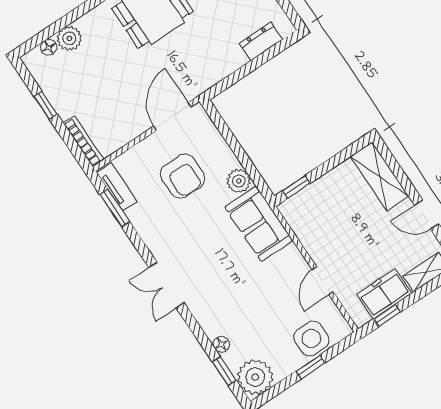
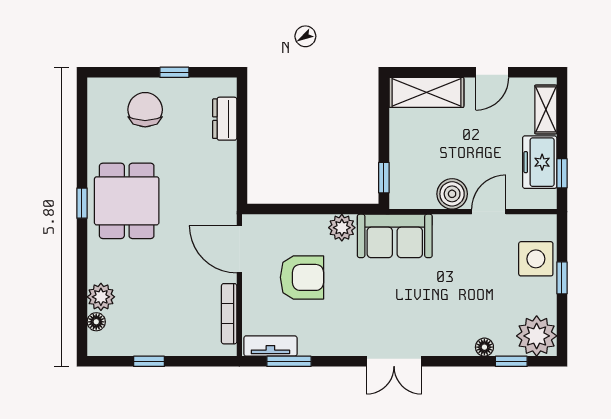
bookcase: (84, 141) -> (229, 314), moved, turned -90
boiler: (318, 245) -> (452, 194), added
door: (323, 281) -> (489, 212), swing flipped

